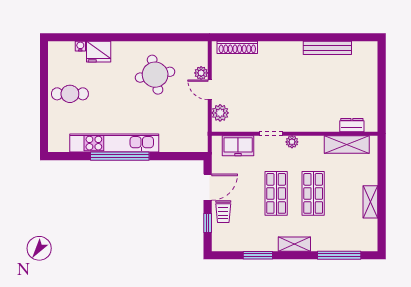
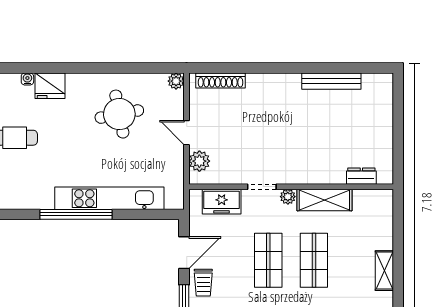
plant: (201, 73) -> (176, 81), moved
kitchen unit: (114, 143) -> (109, 198), moved
shelving: (347, 144) -> (324, 200), moved

